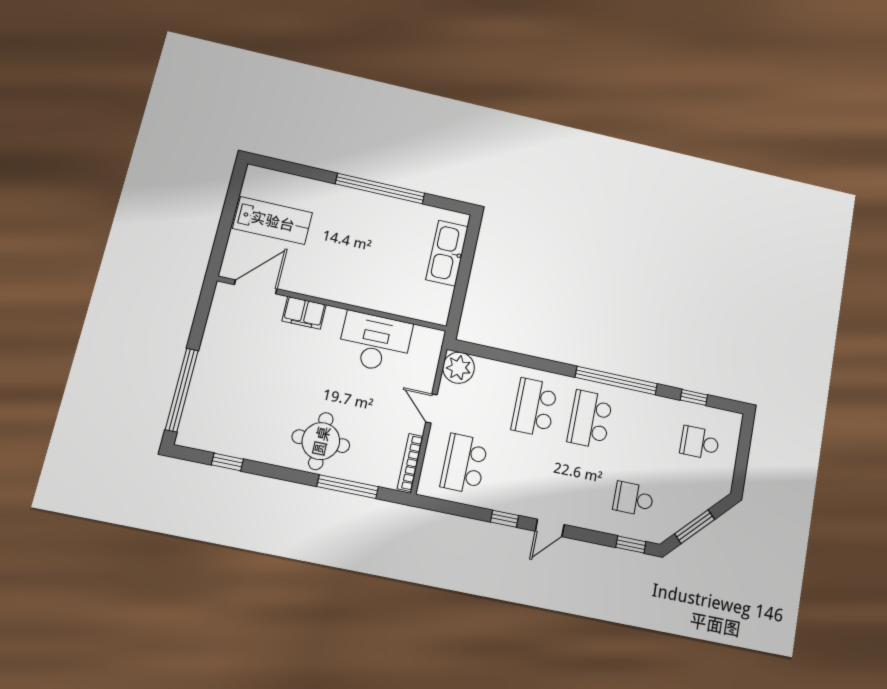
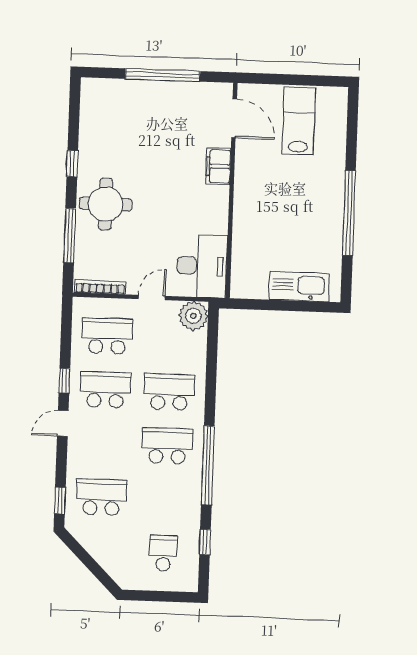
lab bench: (273, 221) -> (299, 121), turned 180
desk: (375, 342) -> (202, 266), moved
window: (182, 390) -> (163, 75), moved
window: (227, 462) -> (72, 164), moved
school desk: (521, 475) -> (105, 390), added
school desk: (633, 499) -> (101, 497), width x1.85
window: (695, 527) -> (86, 558), removed
door: (550, 528) -> (63, 423), hinge flipped

